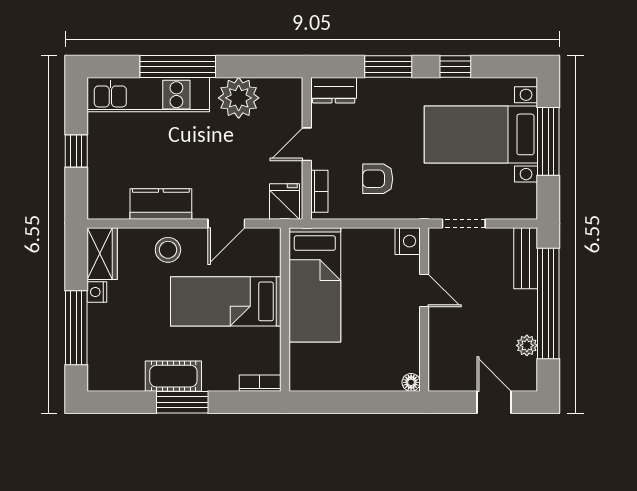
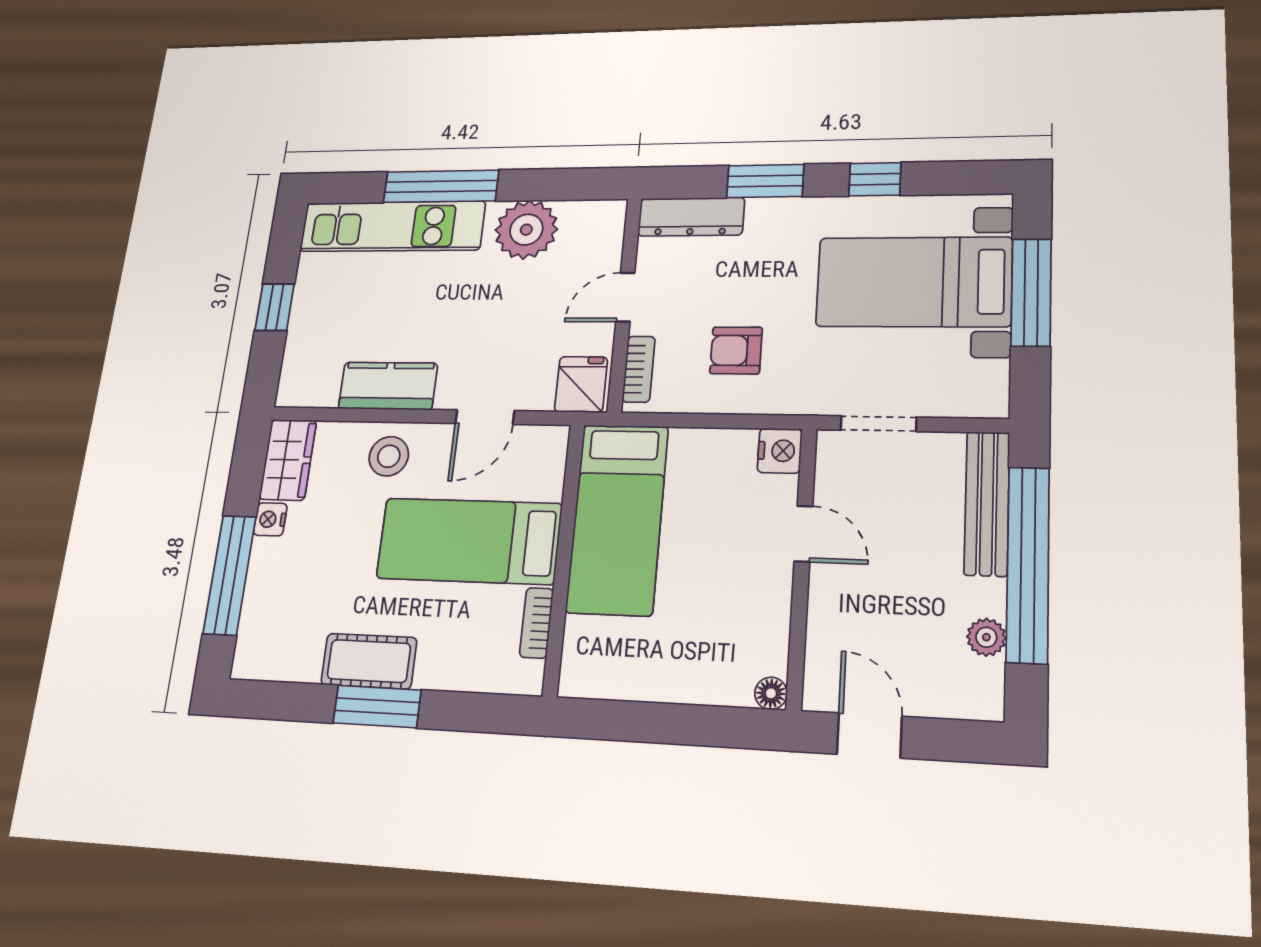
dresser: (334, 90) -> (691, 217), width x1.44
bench: (526, 258) -> (987, 503), width x1.36
bookcase: (260, 383) -> (537, 623), moved, turned -90
door: (494, 402) -> (869, 735), moved

